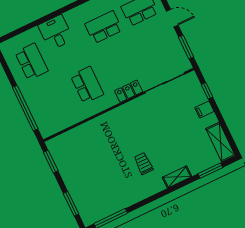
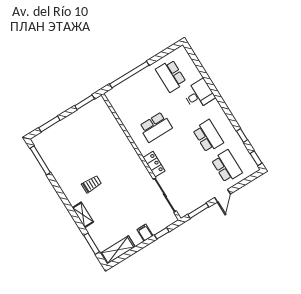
school desk: (32, 62) -> (171, 76), turned 90

